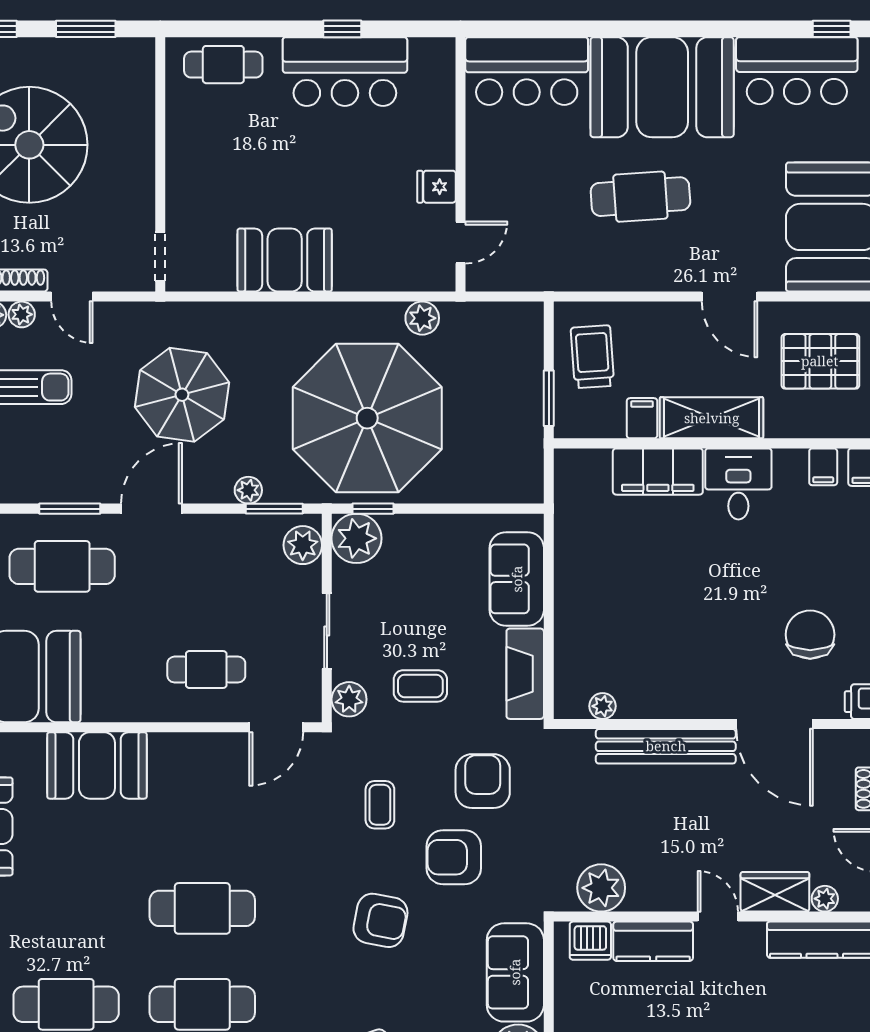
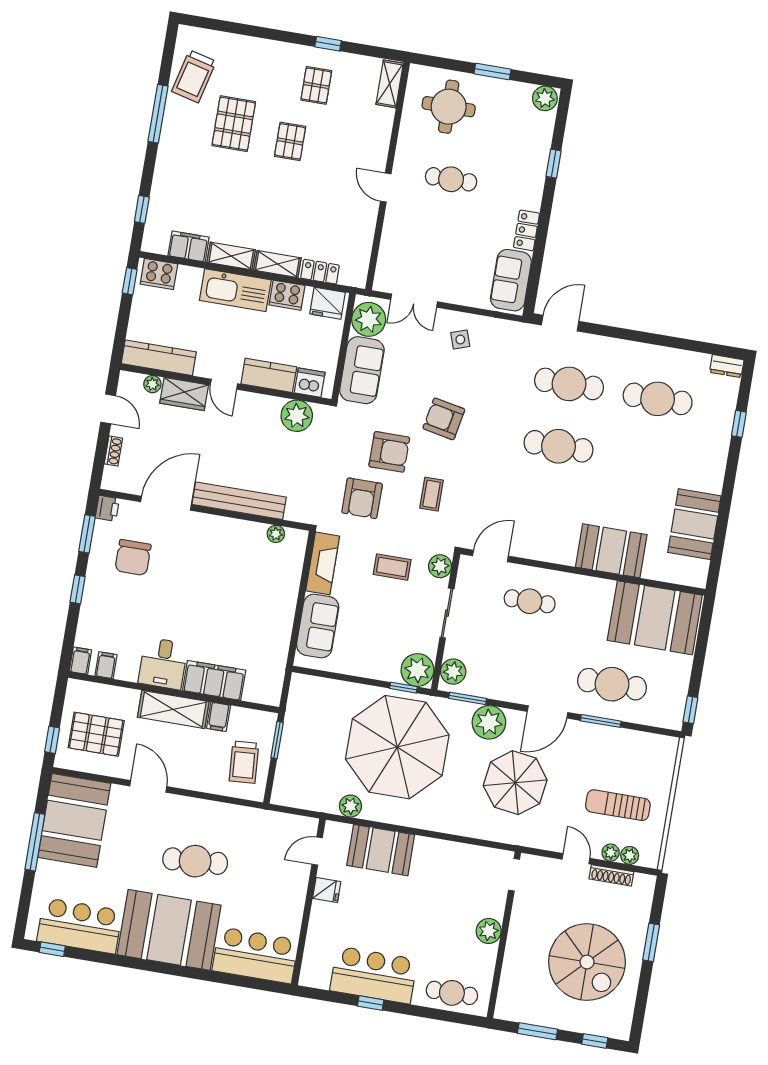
plant: (184, 166) -> (489, 931), added
booth: (285, 260) -> (381, 850), moved
plant: (248, 490) -> (489, 722), width x1.88, depth x1.88
door: (774, 724) -> (166, 503), hinge flipped

